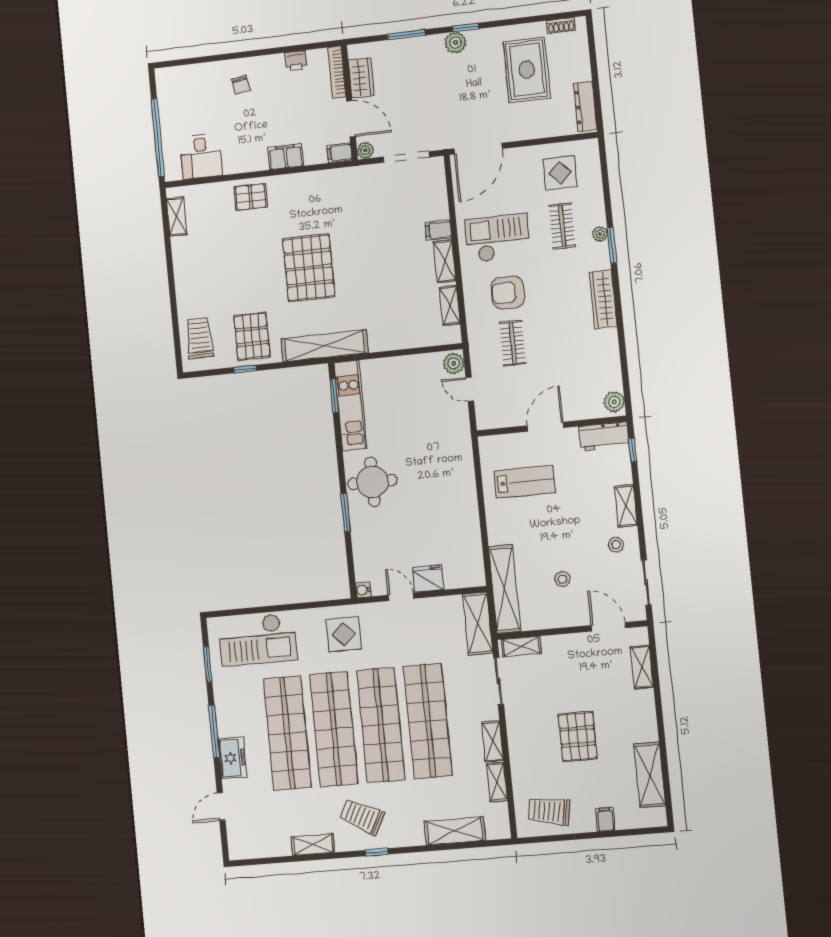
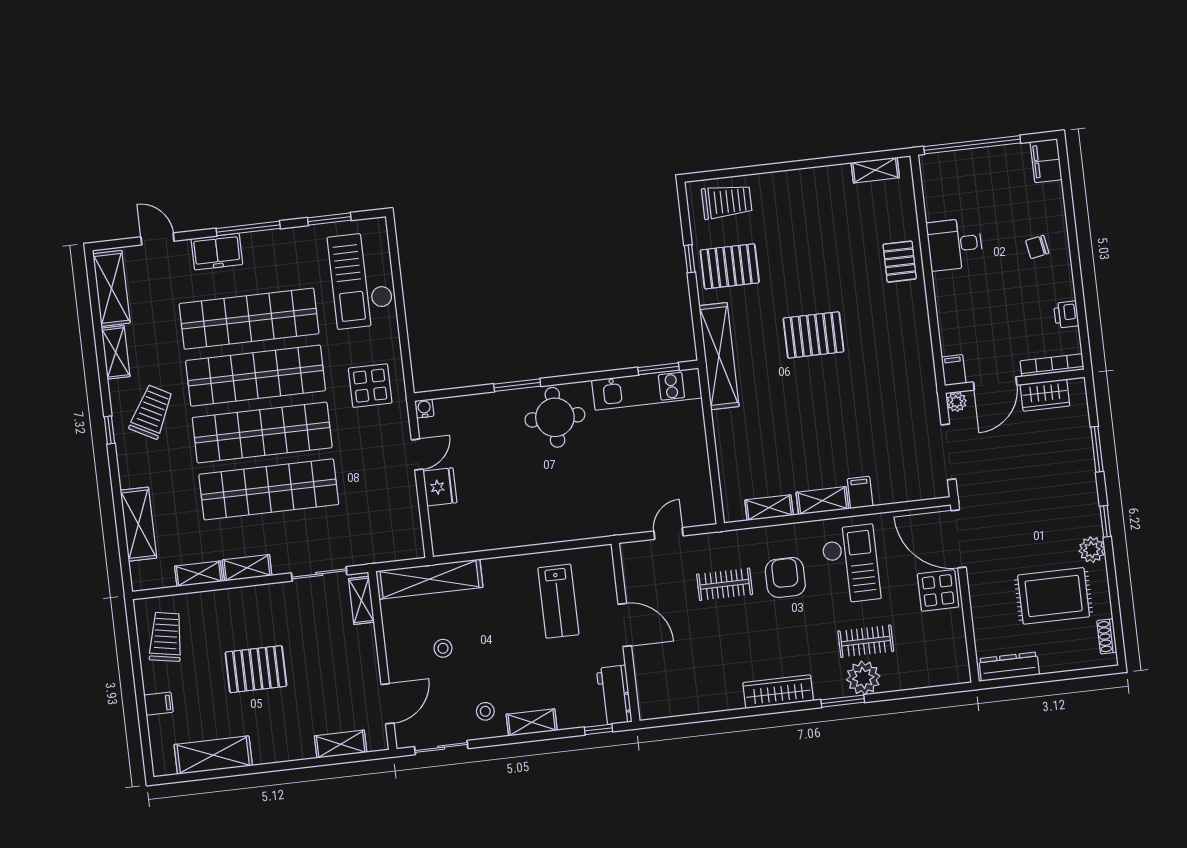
plant: (455, 43) -> (1092, 550), moved
desk: (201, 156) -> (955, 244), moved
filing cabinet: (286, 157) -> (1046, 161), moved, turned 180
display table: (560, 173) -> (938, 590), moved
plant: (600, 234) -> (863, 678), width x1.88, depth x1.88
pallet: (309, 268) -> (813, 335), width x0.73, depth x0.71
plant: (454, 363) -> (699, 514), removed
plant: (614, 402) -> (655, 707), removed
shelving: (478, 623) -> (111, 288), moved, turned 90

